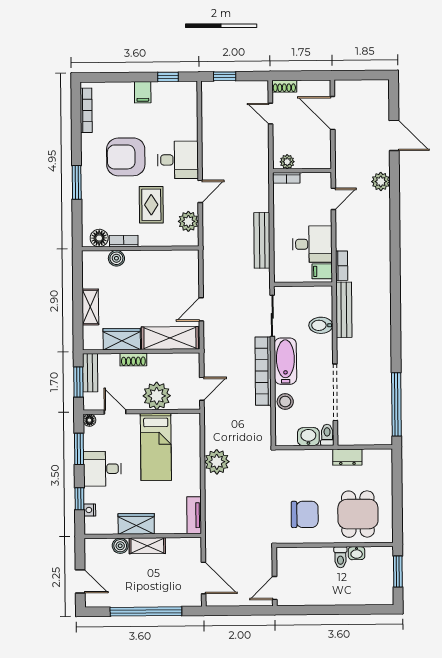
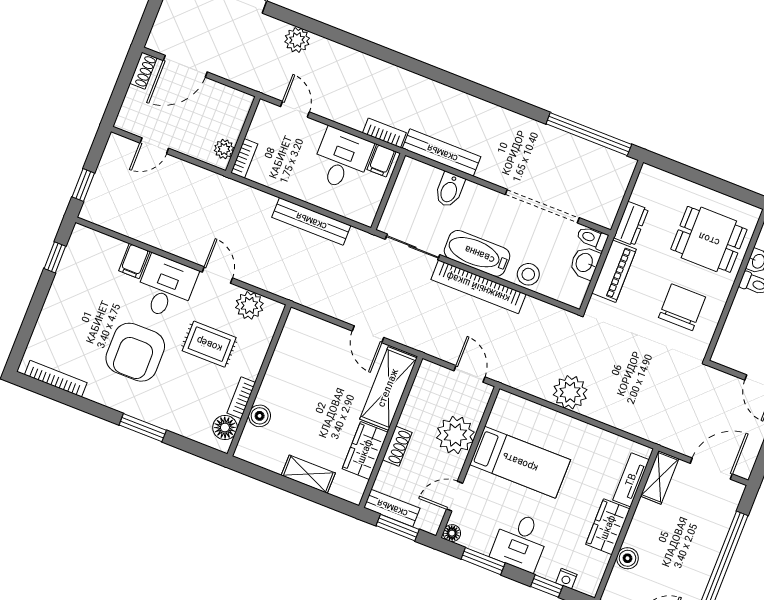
shoe rack: (284, 86) -> (143, 71), moved
filing cabinet: (143, 92) -> (134, 261), moved, turned 90
piano: (311, 459) -> (614, 271), added
tv unit: (194, 515) -> (631, 480), moved, turned 90
shelving: (147, 546) -> (660, 477), moved

